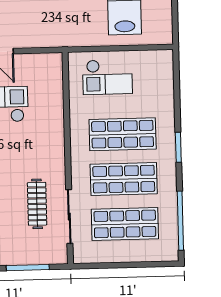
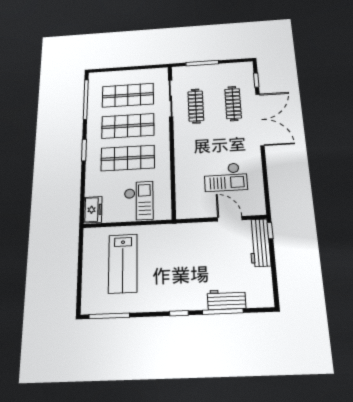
freezer: (163, 67) -> (93, 210), added
checkout: (107, 77) -> (139, 201), turned 90

